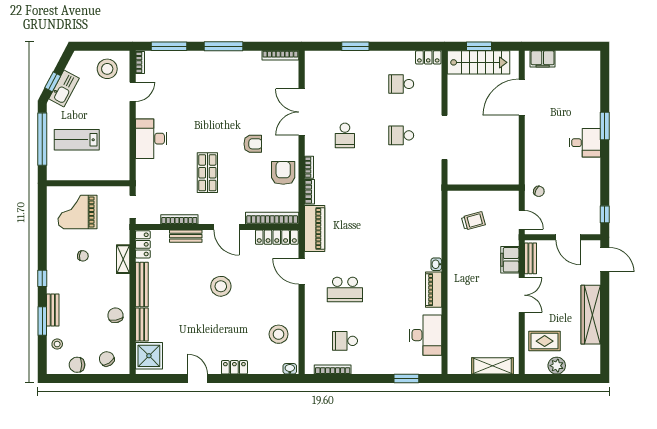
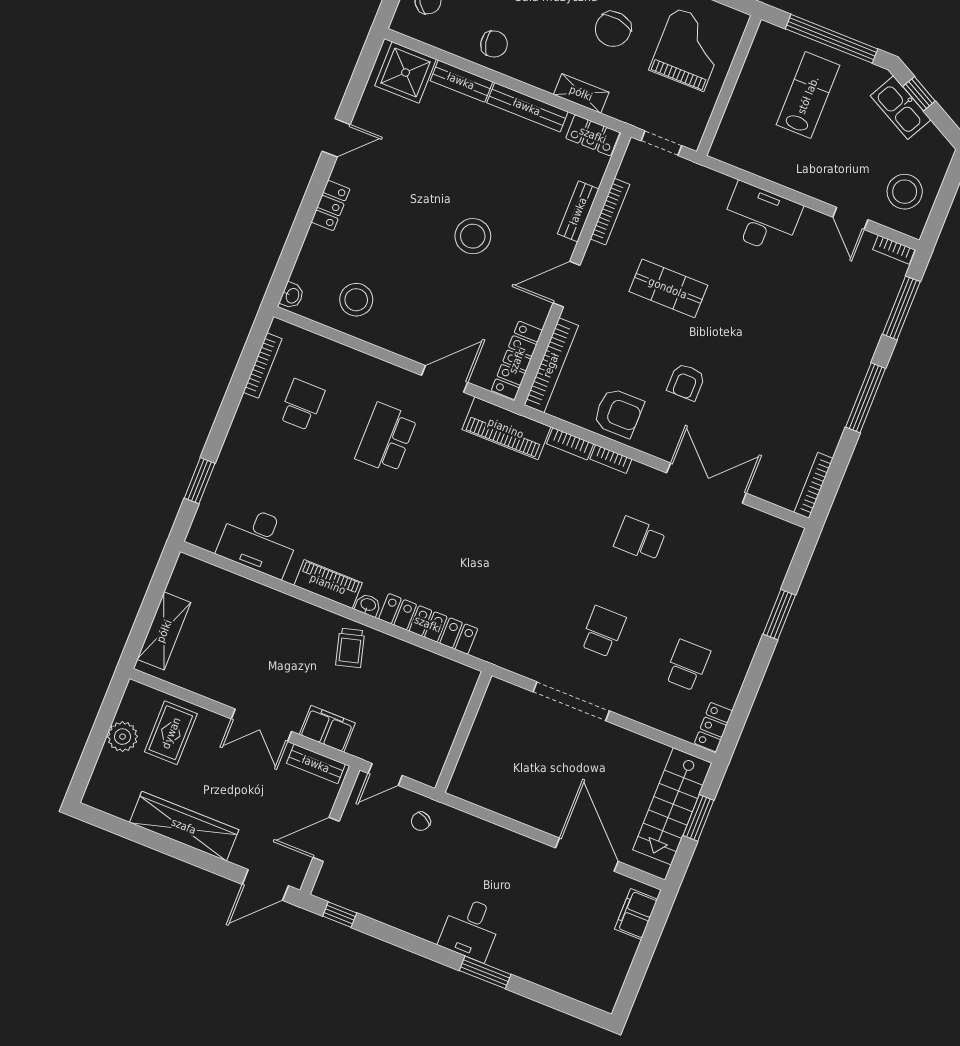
trolley: (473, 221) -> (350, 648), moved
locker: (434, 229) -> (428, 624), added
chair: (83, 256) -> (613, 29), width x1.87, depth x1.87

